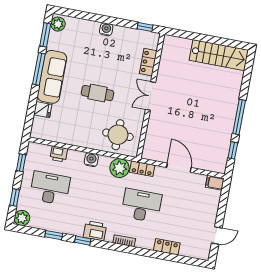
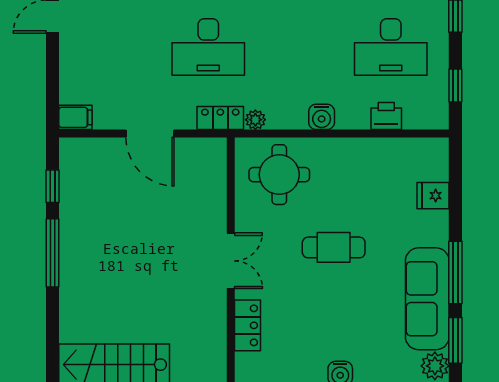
sofa: (52, 77) -> (427, 299), moved
plant: (119, 168) -> (255, 120), width x0.53, depth x0.53

